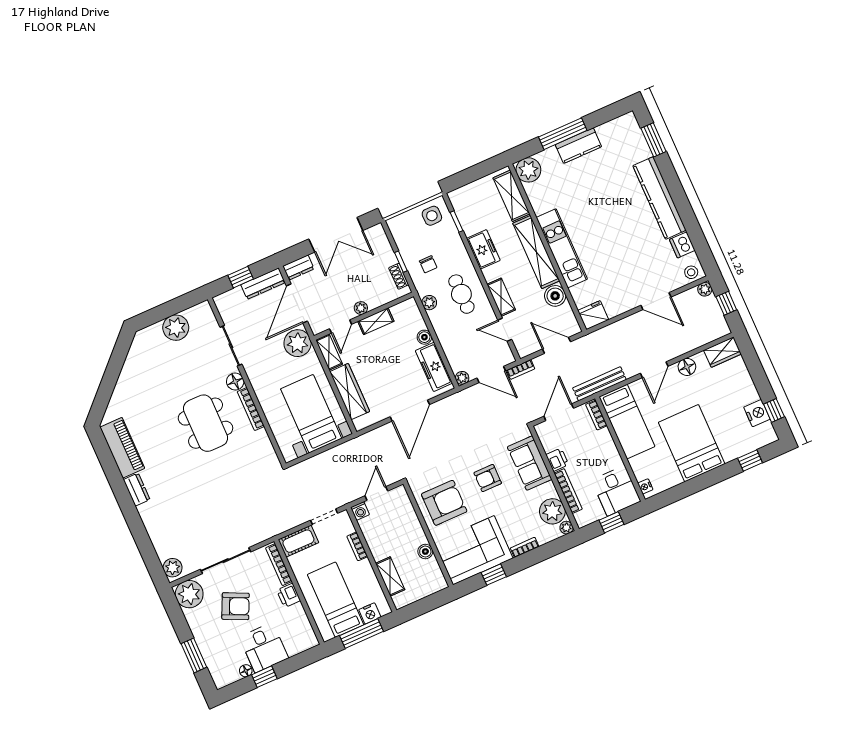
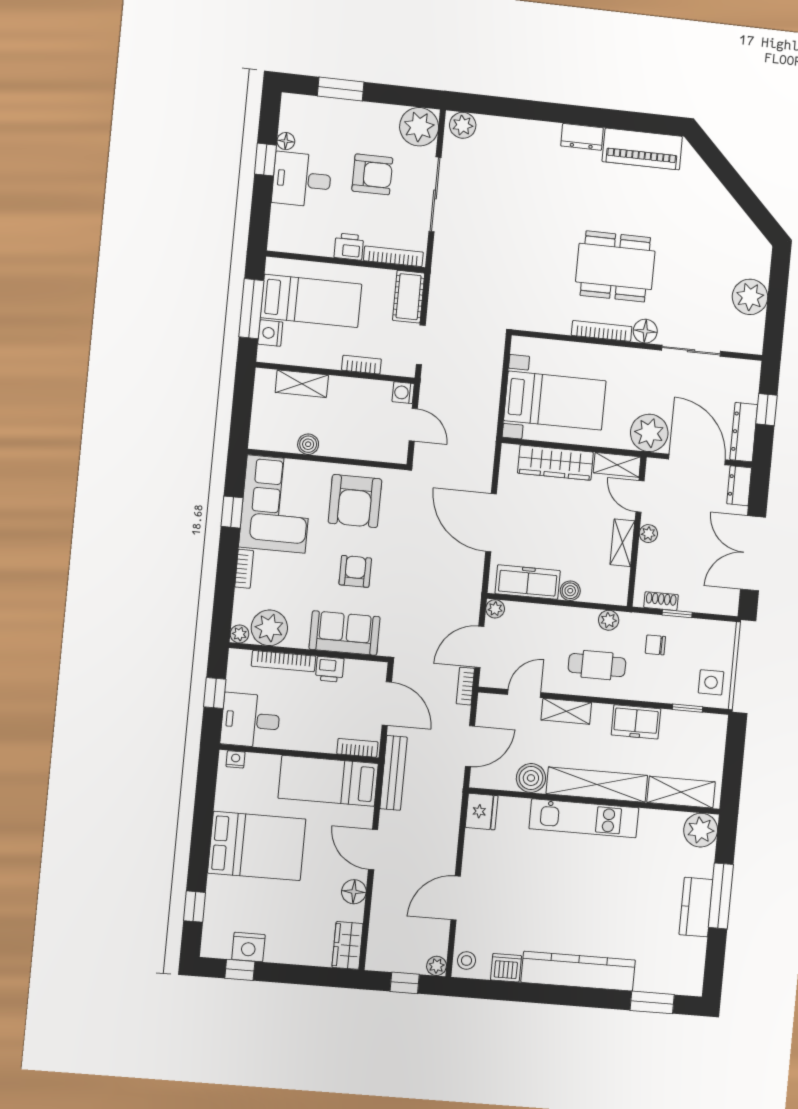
armchair: (236, 606) -> (372, 174), turned -115

